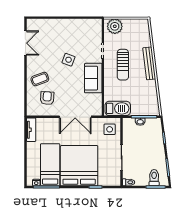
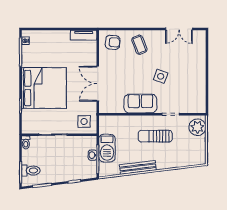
bench: (149, 63) -> (138, 167), moved
armchair: (47, 98) -> (113, 42), moved
barbecue: (118, 108) -> (107, 148), moved
bed: (50, 165) -> (45, 56), removed

